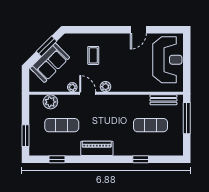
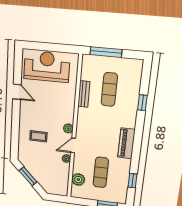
sofa: (50, 63) -> (43, 175), removed
bench: (163, 100) -> (84, 94), moved

